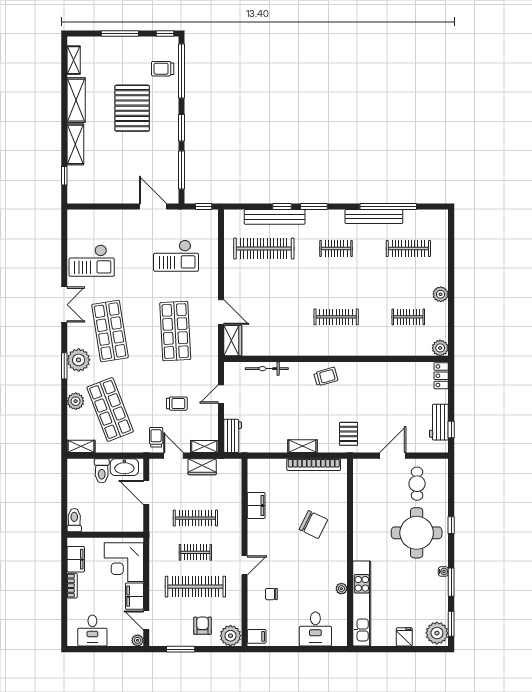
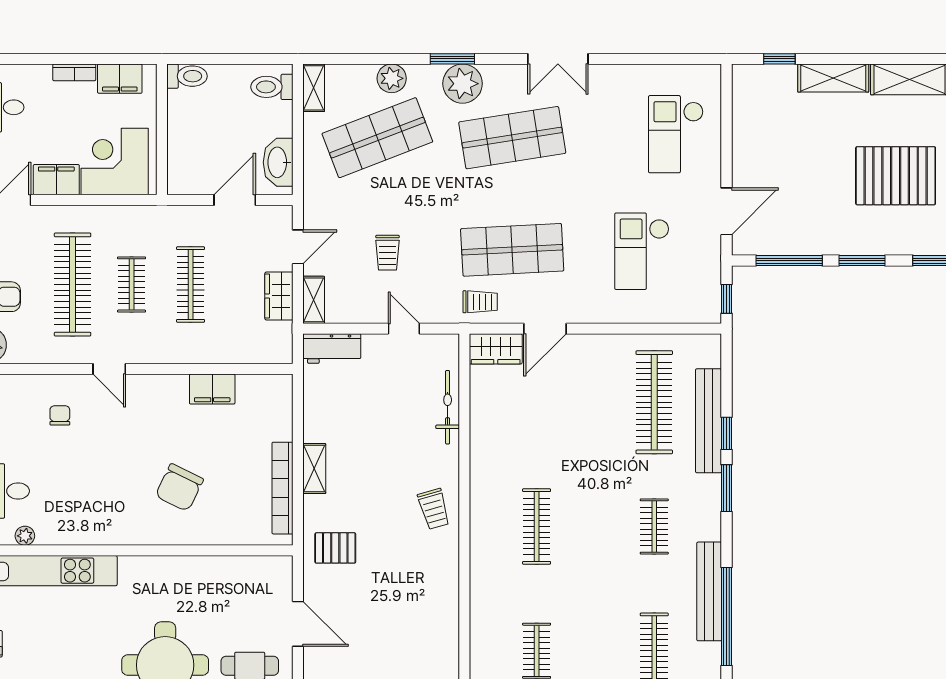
checkout: (92, 261) -> (676, 134), moved
trolley: (156, 437) -> (480, 302), moved
toilet: (102, 471) -> (272, 87), moved
plant: (341, 589) -> (25, 536), moved

